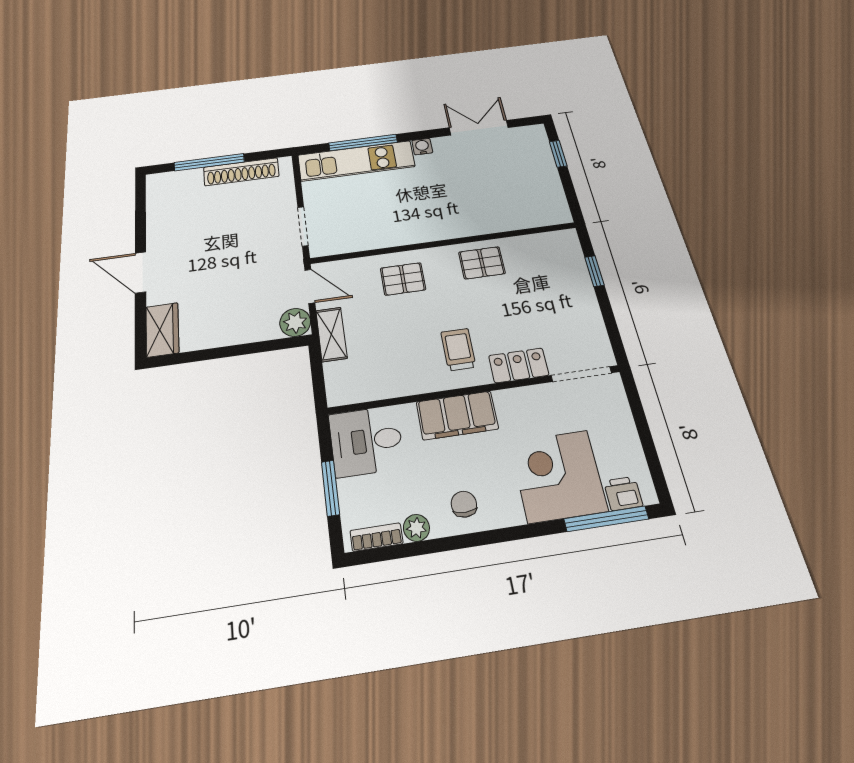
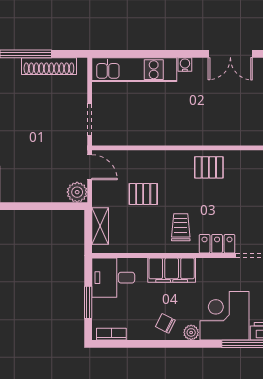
double door: (479, 128) -> (230, 54), swing flipped
window: (363, 143) -> (142, 54), removed
pallet: (403, 279) -> (143, 194), moved
shelving: (331, 334) -> (100, 226), moved
chair: (464, 504) -> (165, 323), turned -63
plant: (416, 528) -> (191, 332), moved

